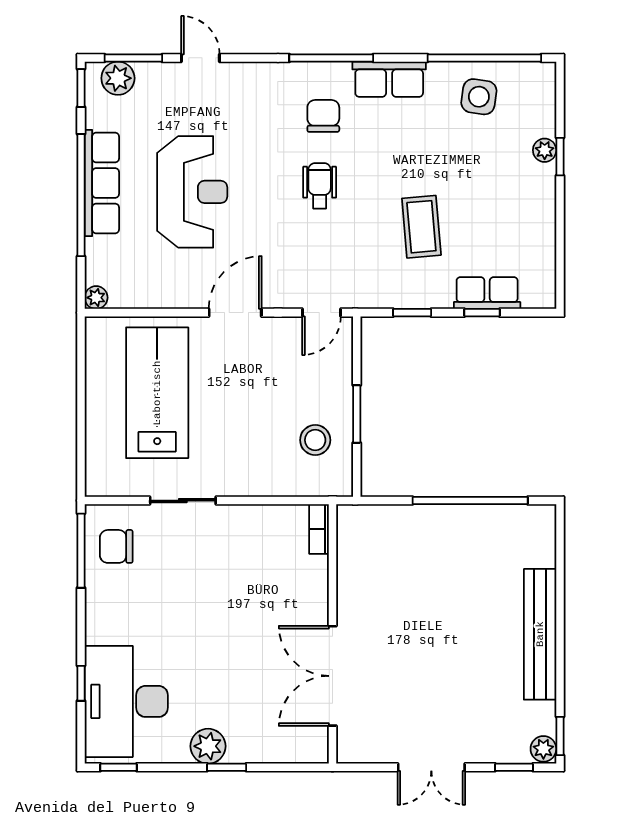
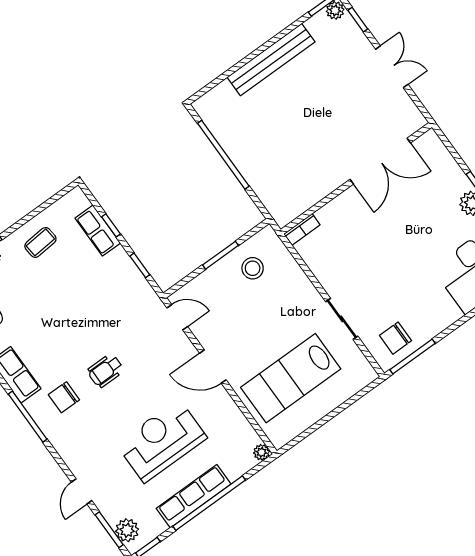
coffee table: (421, 227) -> (40, 242), moved, width x0.73, depth x0.77
chair: (116, 546) -> (395, 338), turned 90

